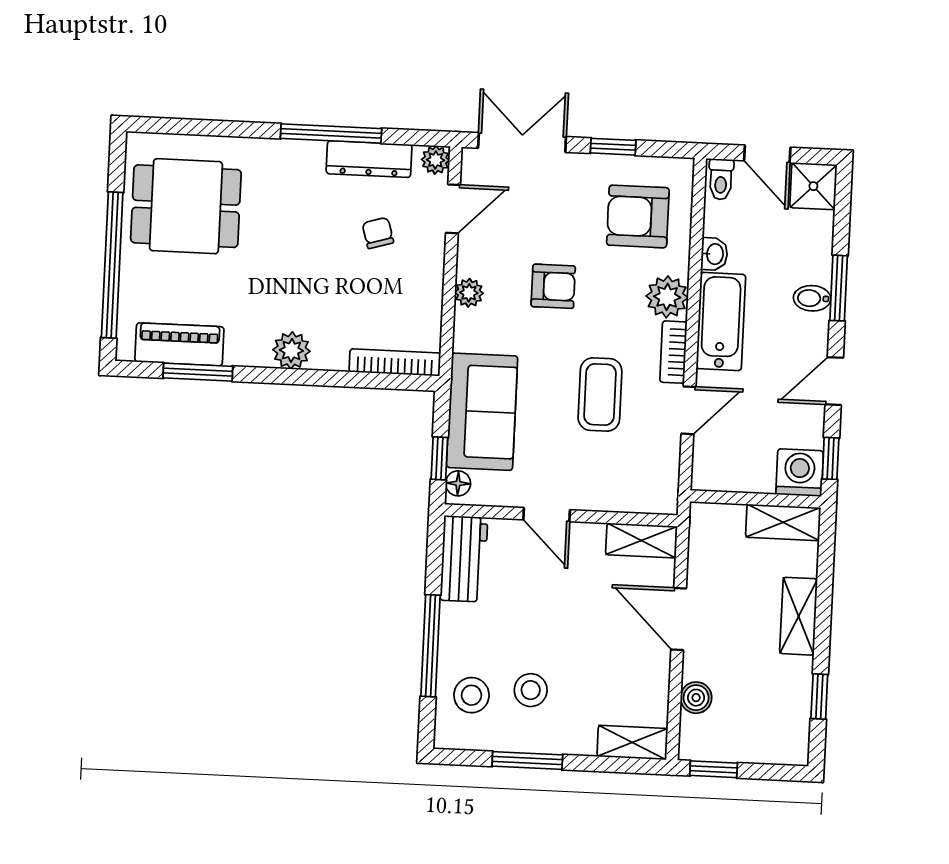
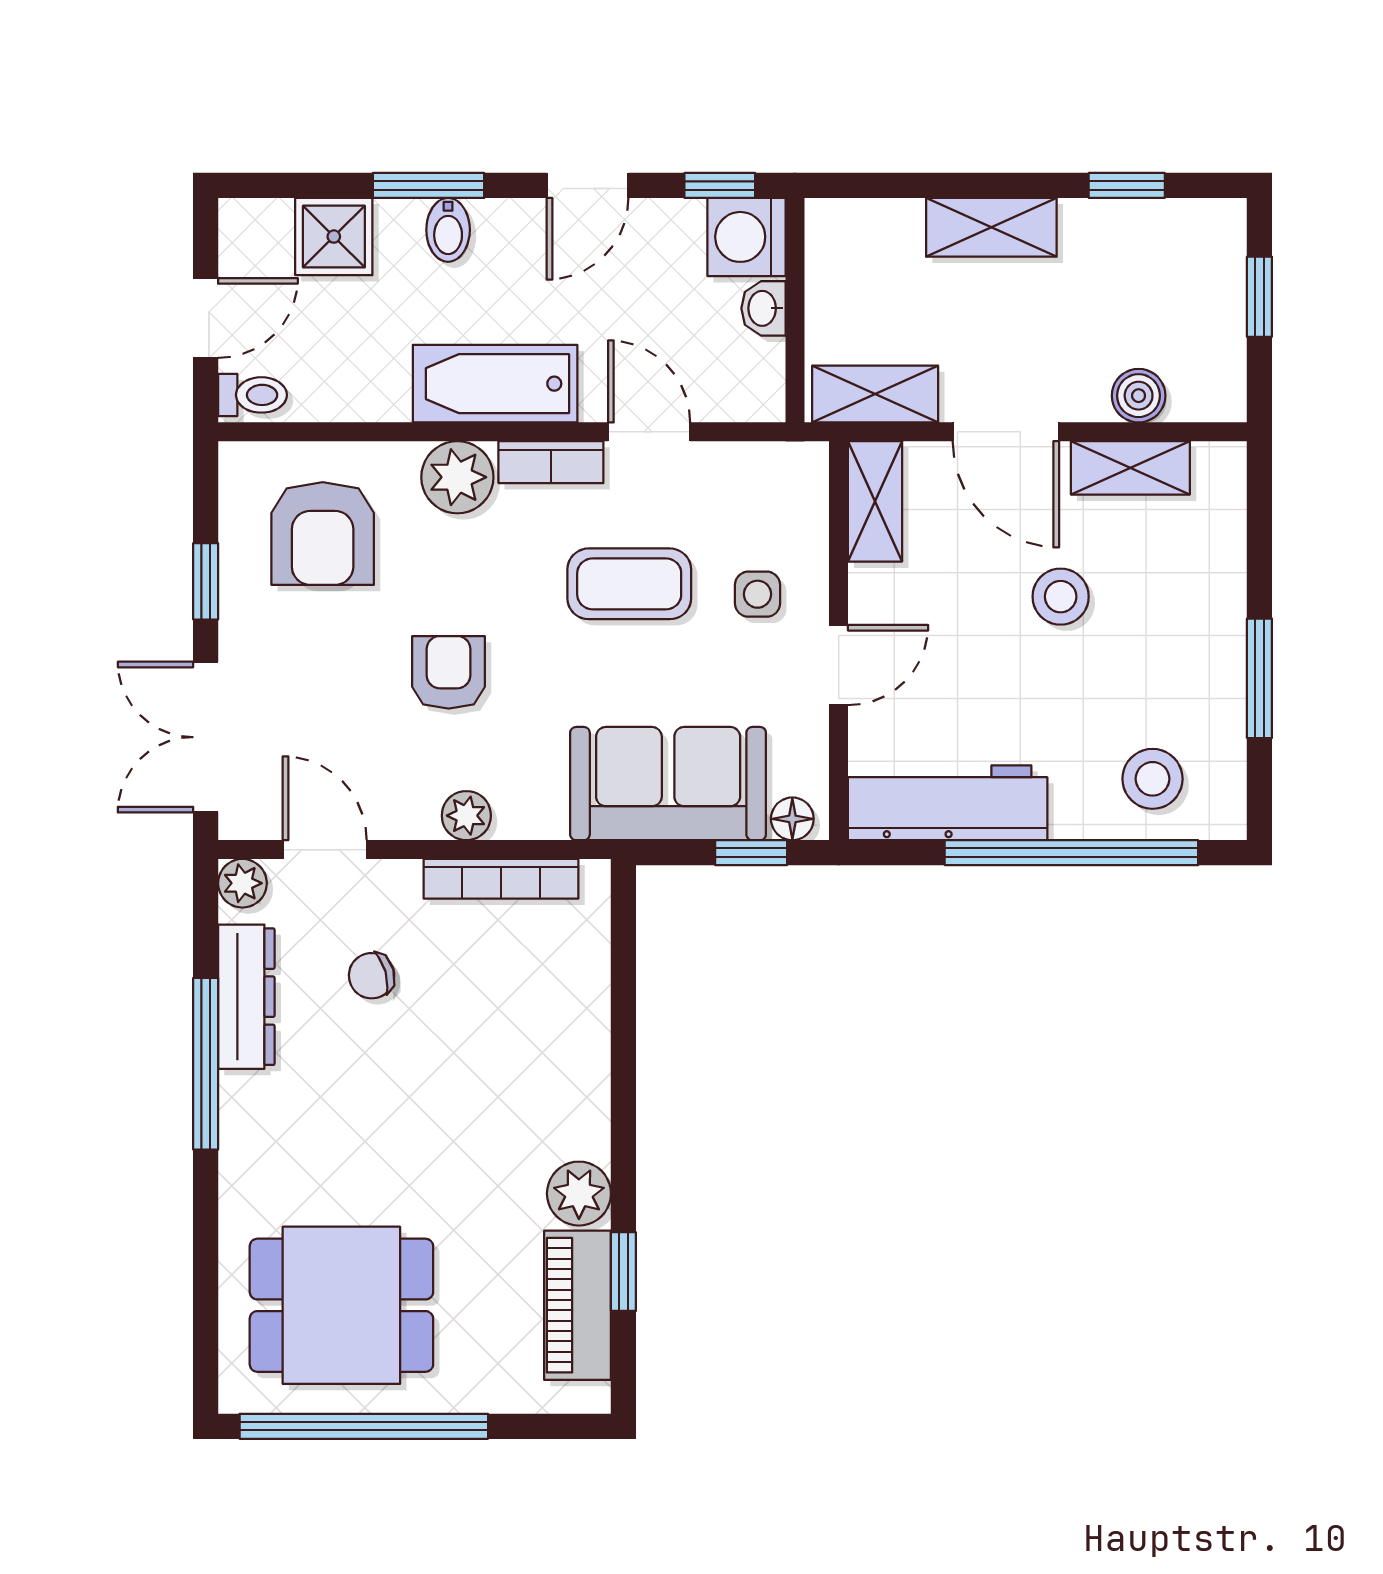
shower: (813, 186) -> (334, 237), moved
dining table: (186, 206) -> (341, 1305), turned 90
washbasin: (714, 254) -> (763, 308), moved, turned -90
window: (112, 265) -> (364, 1426), moved
plant: (291, 350) -> (579, 1194), moved
bookcase: (395, 362) -> (501, 879), moved, turned -90
window: (198, 372) -> (623, 1272), width x0.67
door: (834, 381) -> (588, 185), hinge flipped
side table: (590, 469) -> (758, 594), added
shelving: (783, 522) -> (875, 394), moved, turned 90
workbench: (464, 559) -> (948, 803), width x1.37
door: (679, 619) -> (1006, 432), hinge flipped
window: (431, 646) -> (1071, 853), width x1.46
stool: (531, 690) -> (1061, 597), moved
shelving: (632, 742) -> (1130, 468), moved, turned 90
window: (714, 769) -> (1259, 297), moved

